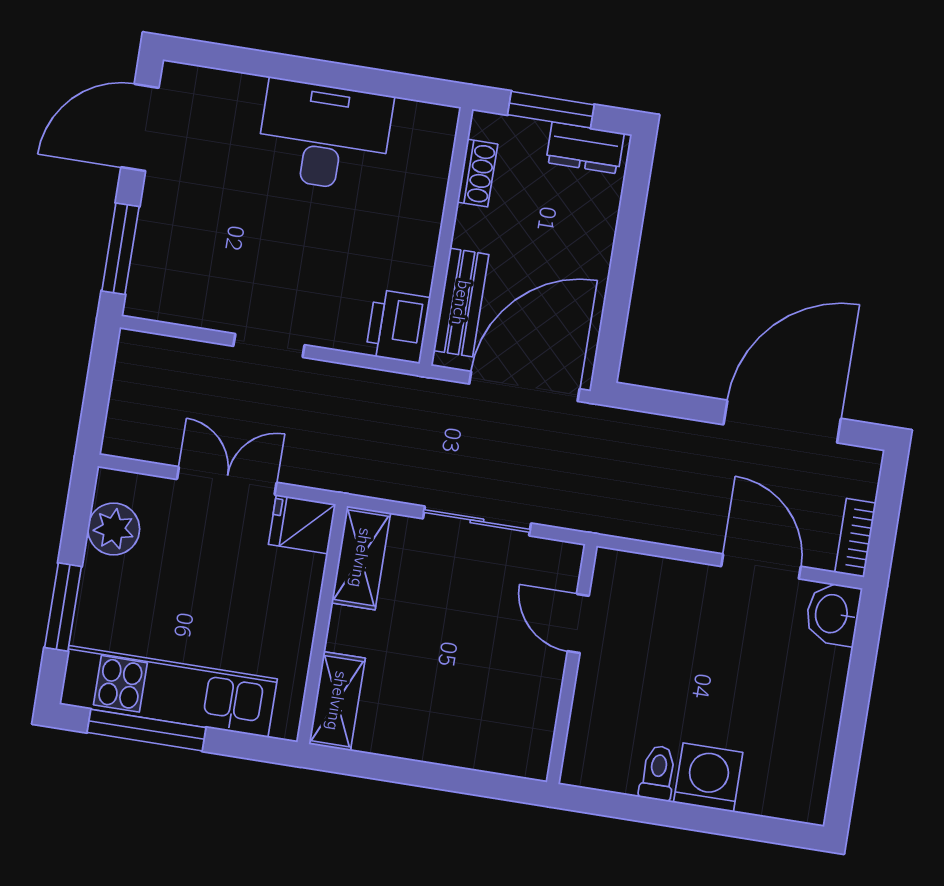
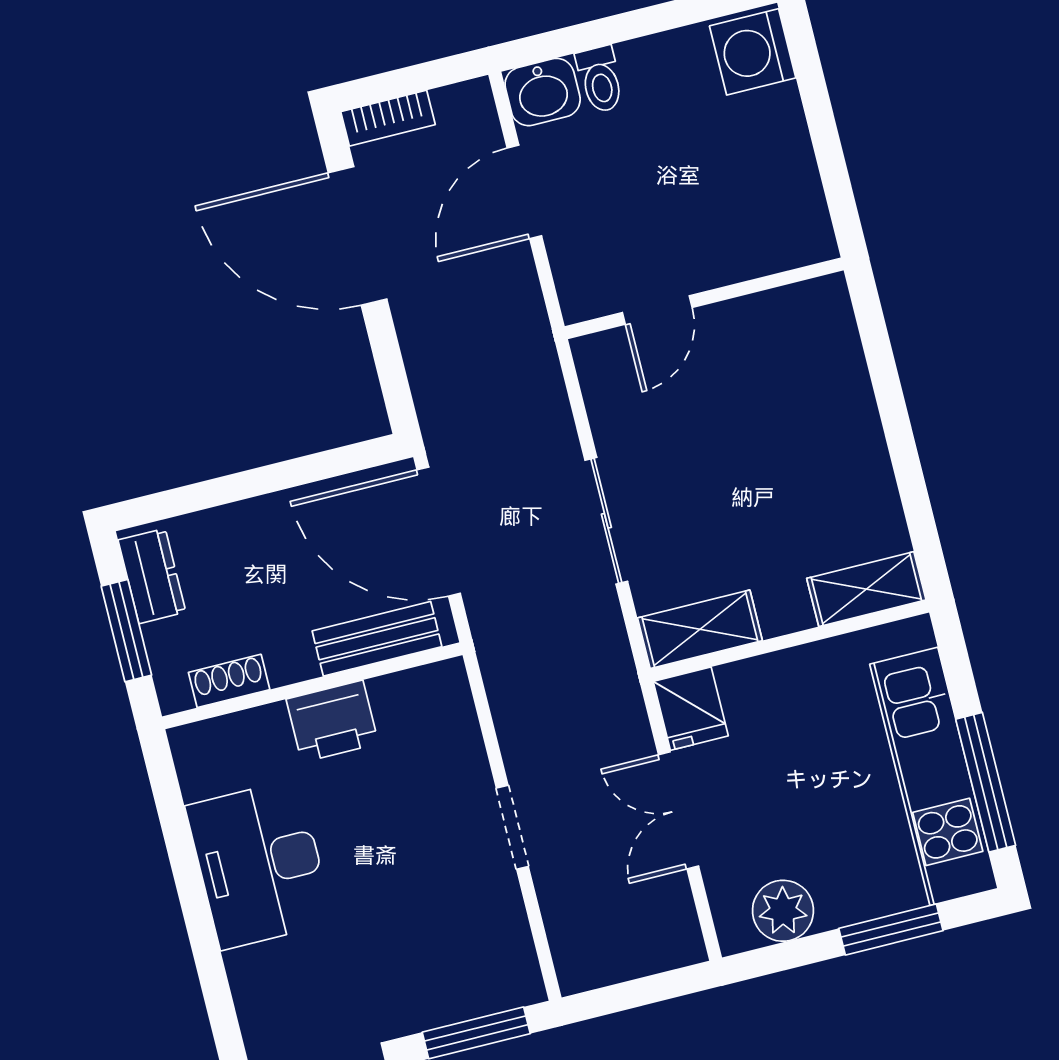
printer: (398, 326) -> (332, 721), moved
bookcase: (855, 538) -> (388, 118), moved
door: (578, 623) -> (657, 310), moved
wall: (572, 664) -> (704, 298), moved
toilet: (658, 773) -> (600, 79), moved, turned -90
washing machine: (708, 777) -> (753, 52), moved

